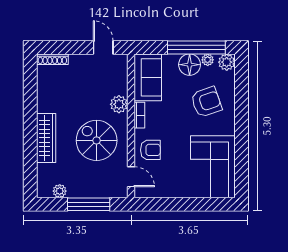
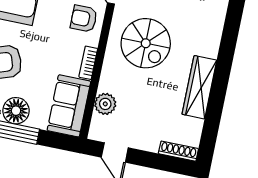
plant: (119, 104) -> (105, 104), moved
wardrobe: (46, 138) -> (199, 87), moved

